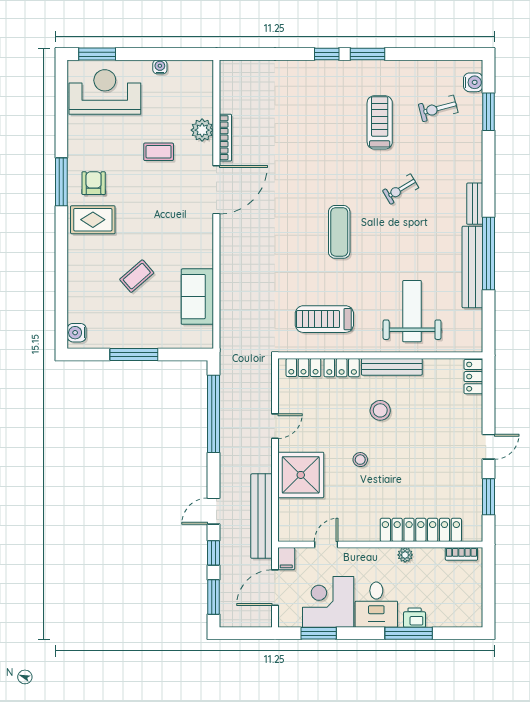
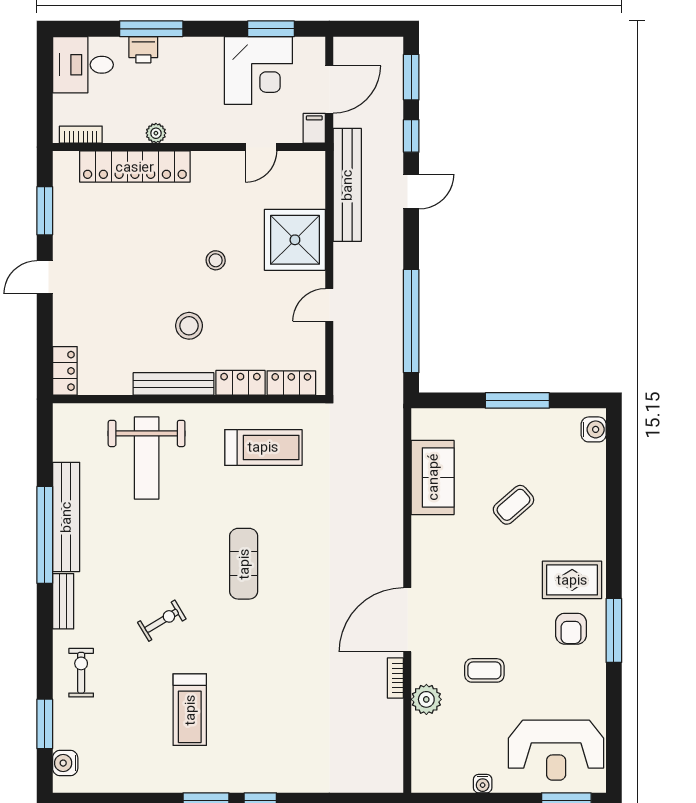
exercise bike: (438, 108) -> (81, 673), moved, turned -75
bookcase: (225, 138) -> (395, 678), width x0.64
desk: (376, 605) -> (83, 65), moved, turned -90

